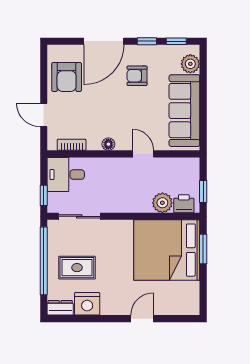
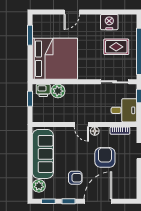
armchair: (67, 77) -> (105, 157), moved
door: (143, 154) -> (81, 124), moved
window: (203, 249) -> (30, 35), moved
dresser: (60, 308) -> (128, 19), removed

